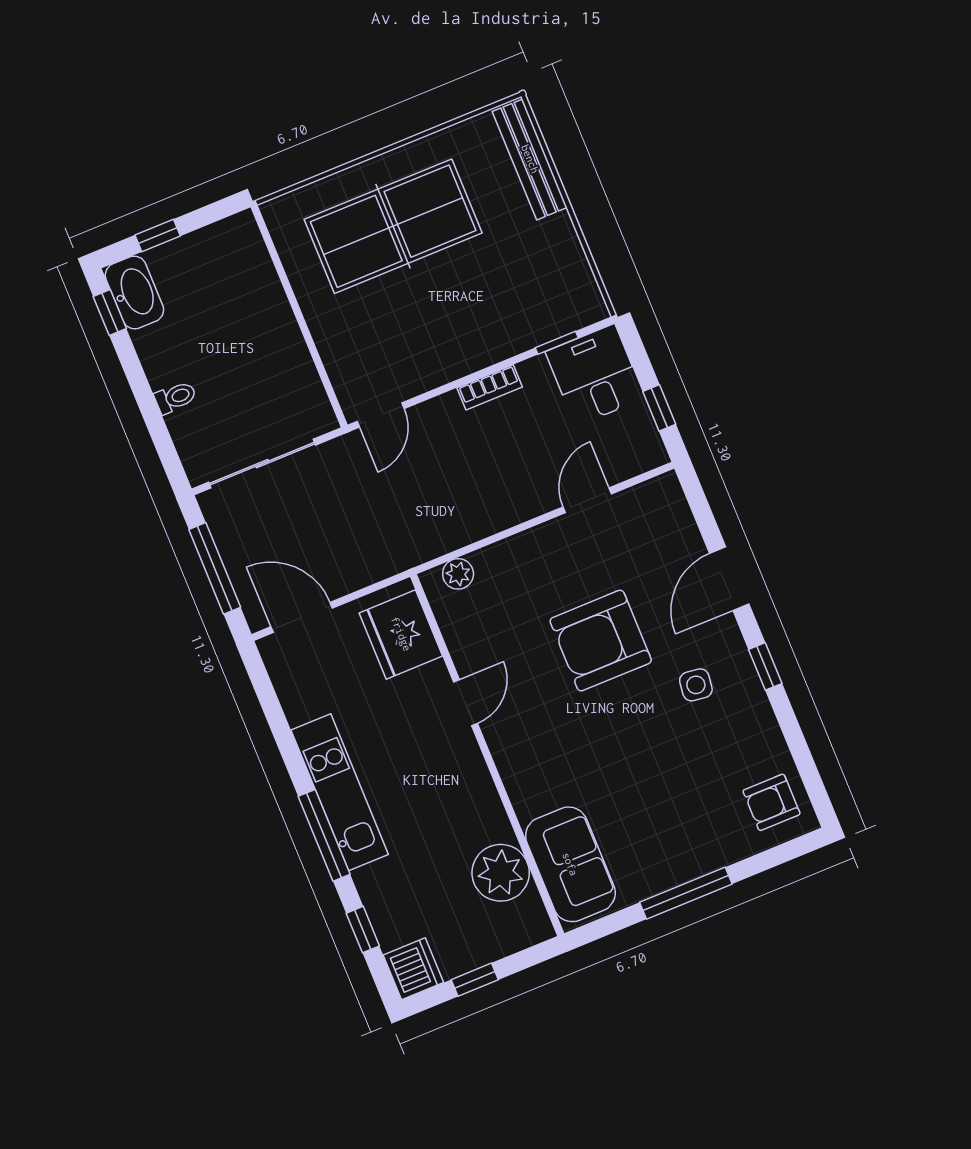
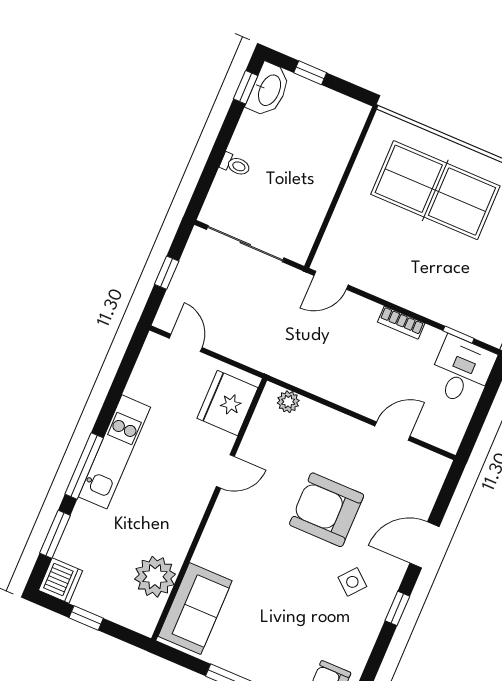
window: (659, 408) -> (477, 421), removed
window: (215, 568) -> (167, 273), width x0.46
door: (302, 617) -> (186, 343), width x0.73
side table: (696, 685) -> (352, 582), turned 33
window: (363, 930) -> (55, 534), width x1.50

